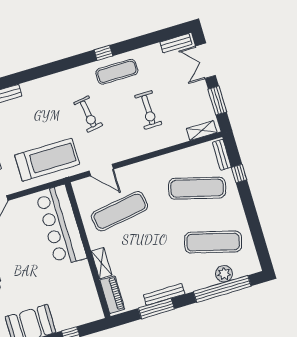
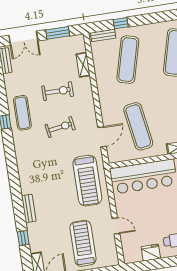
exercise bike: (88, 114) -> (60, 127), moved
shelving: (202, 130) -> (83, 65), moved
treadmill: (47, 160) -> (87, 181), turned 180

